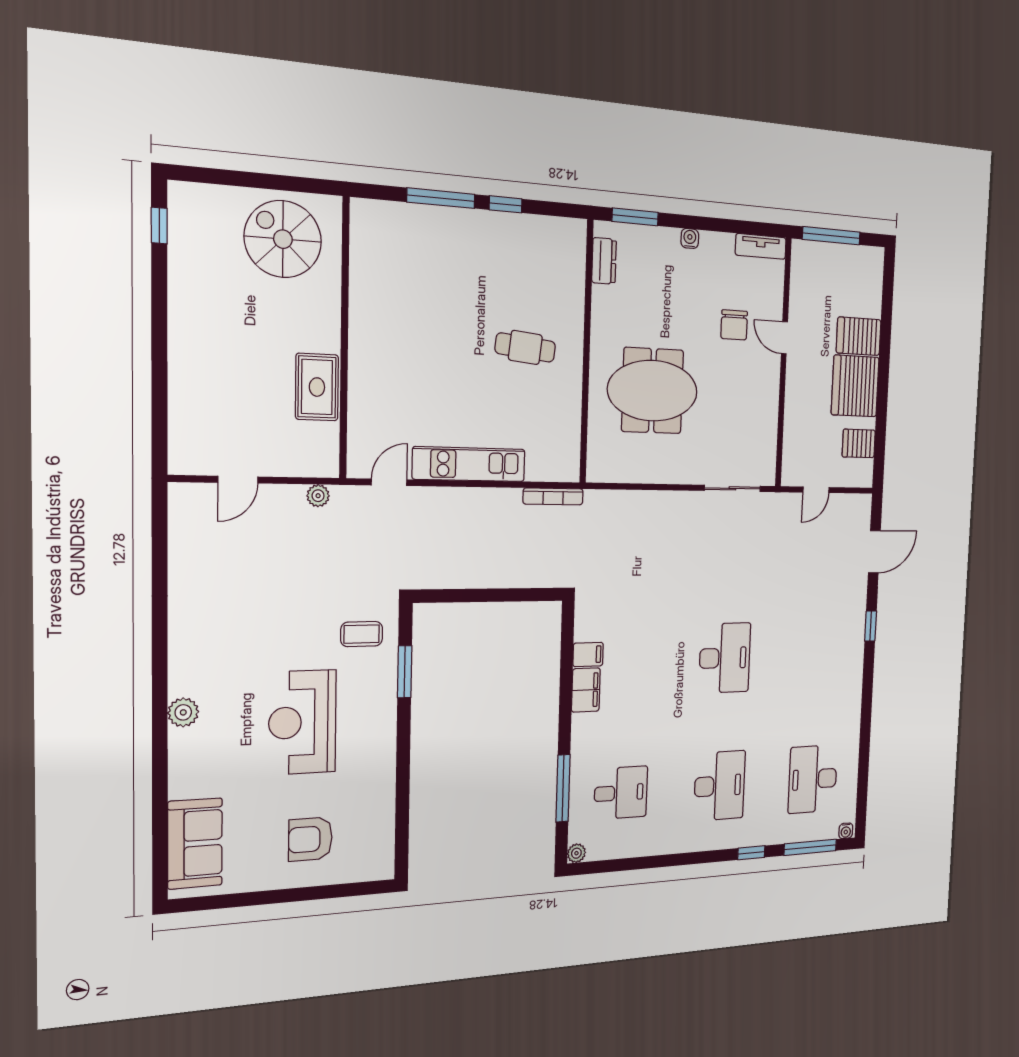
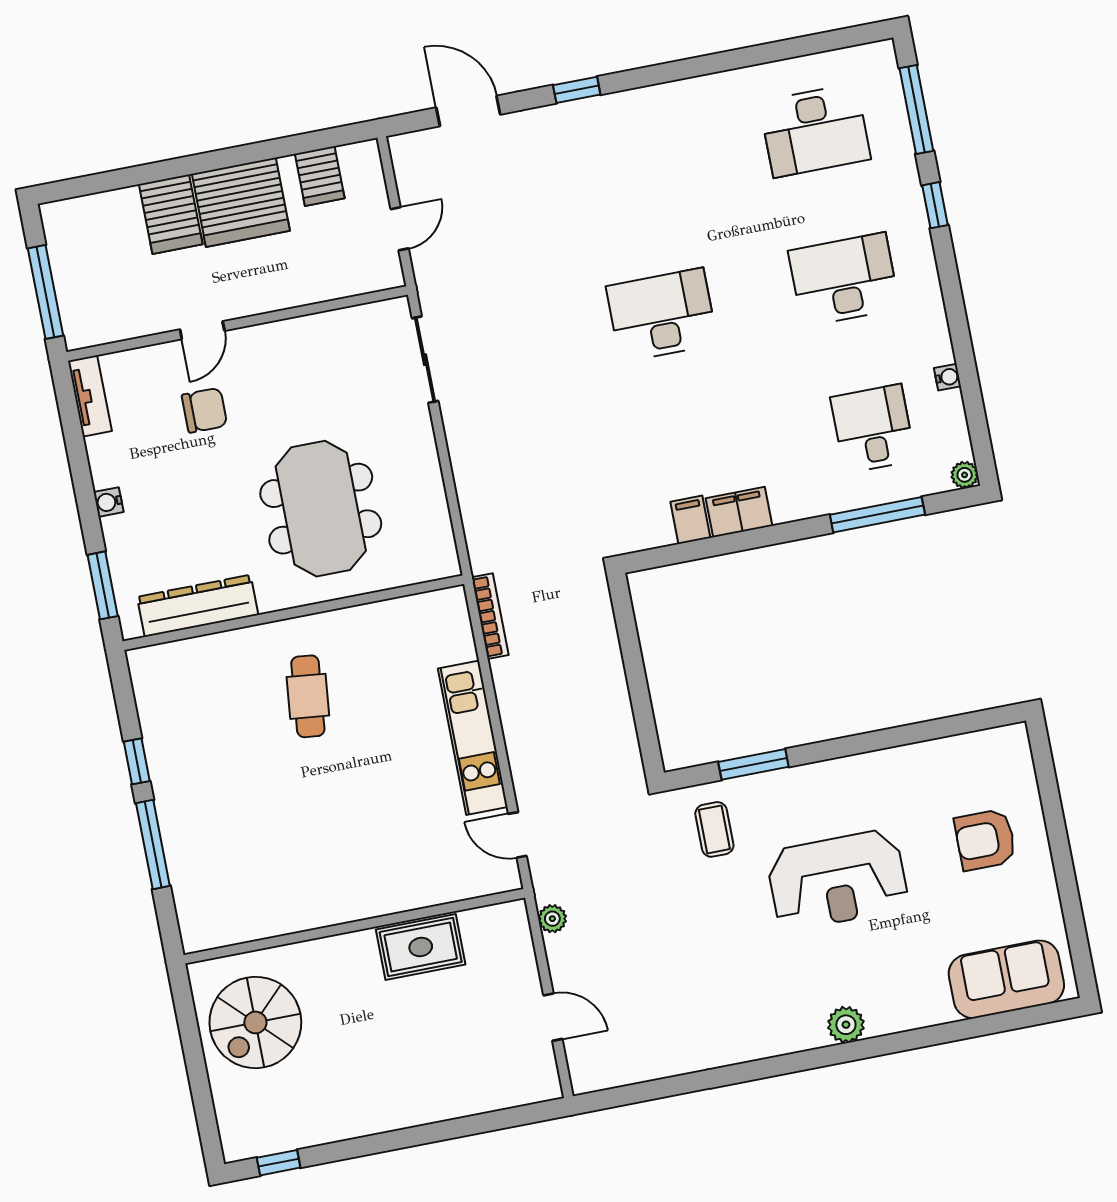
dresser: (604, 261) -> (198, 606), width x1.96, depth x1.24
door: (816, 490) -> (400, 229), hinge flipped
water cooler: (846, 831) -> (948, 377), moved
armchair: (310, 839) -> (985, 840), turned 90

